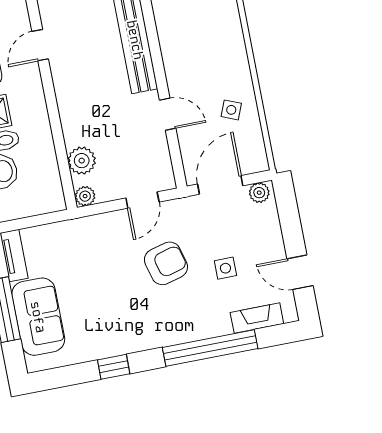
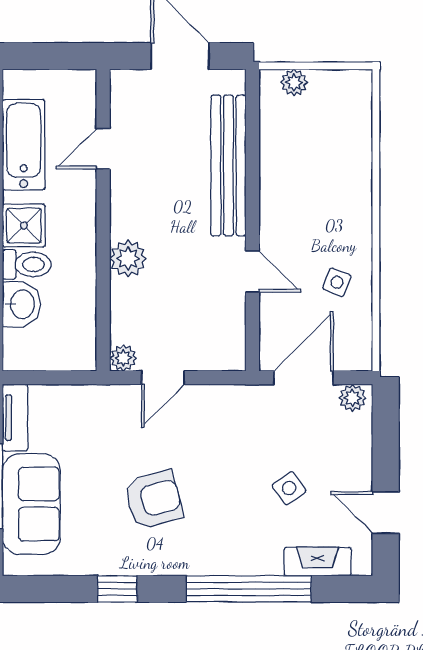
plant: (82, 161) -> (128, 258), moved
door: (142, 200) -> (163, 378), moved
armchair: (166, 263) -> (154, 500), moved
side table: (225, 268) -> (289, 488), turned -35

